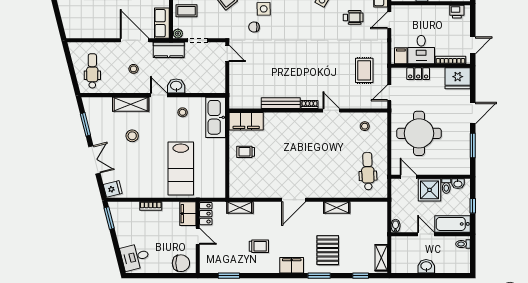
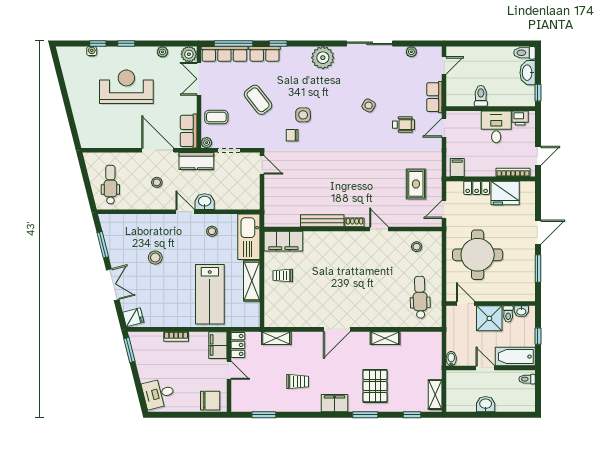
desk: (421, 50) -> (496, 127), moved, turned 180
fridge: (458, 78) -> (505, 193), moved
shelving: (131, 104) -> (252, 281), moved, turned 90

